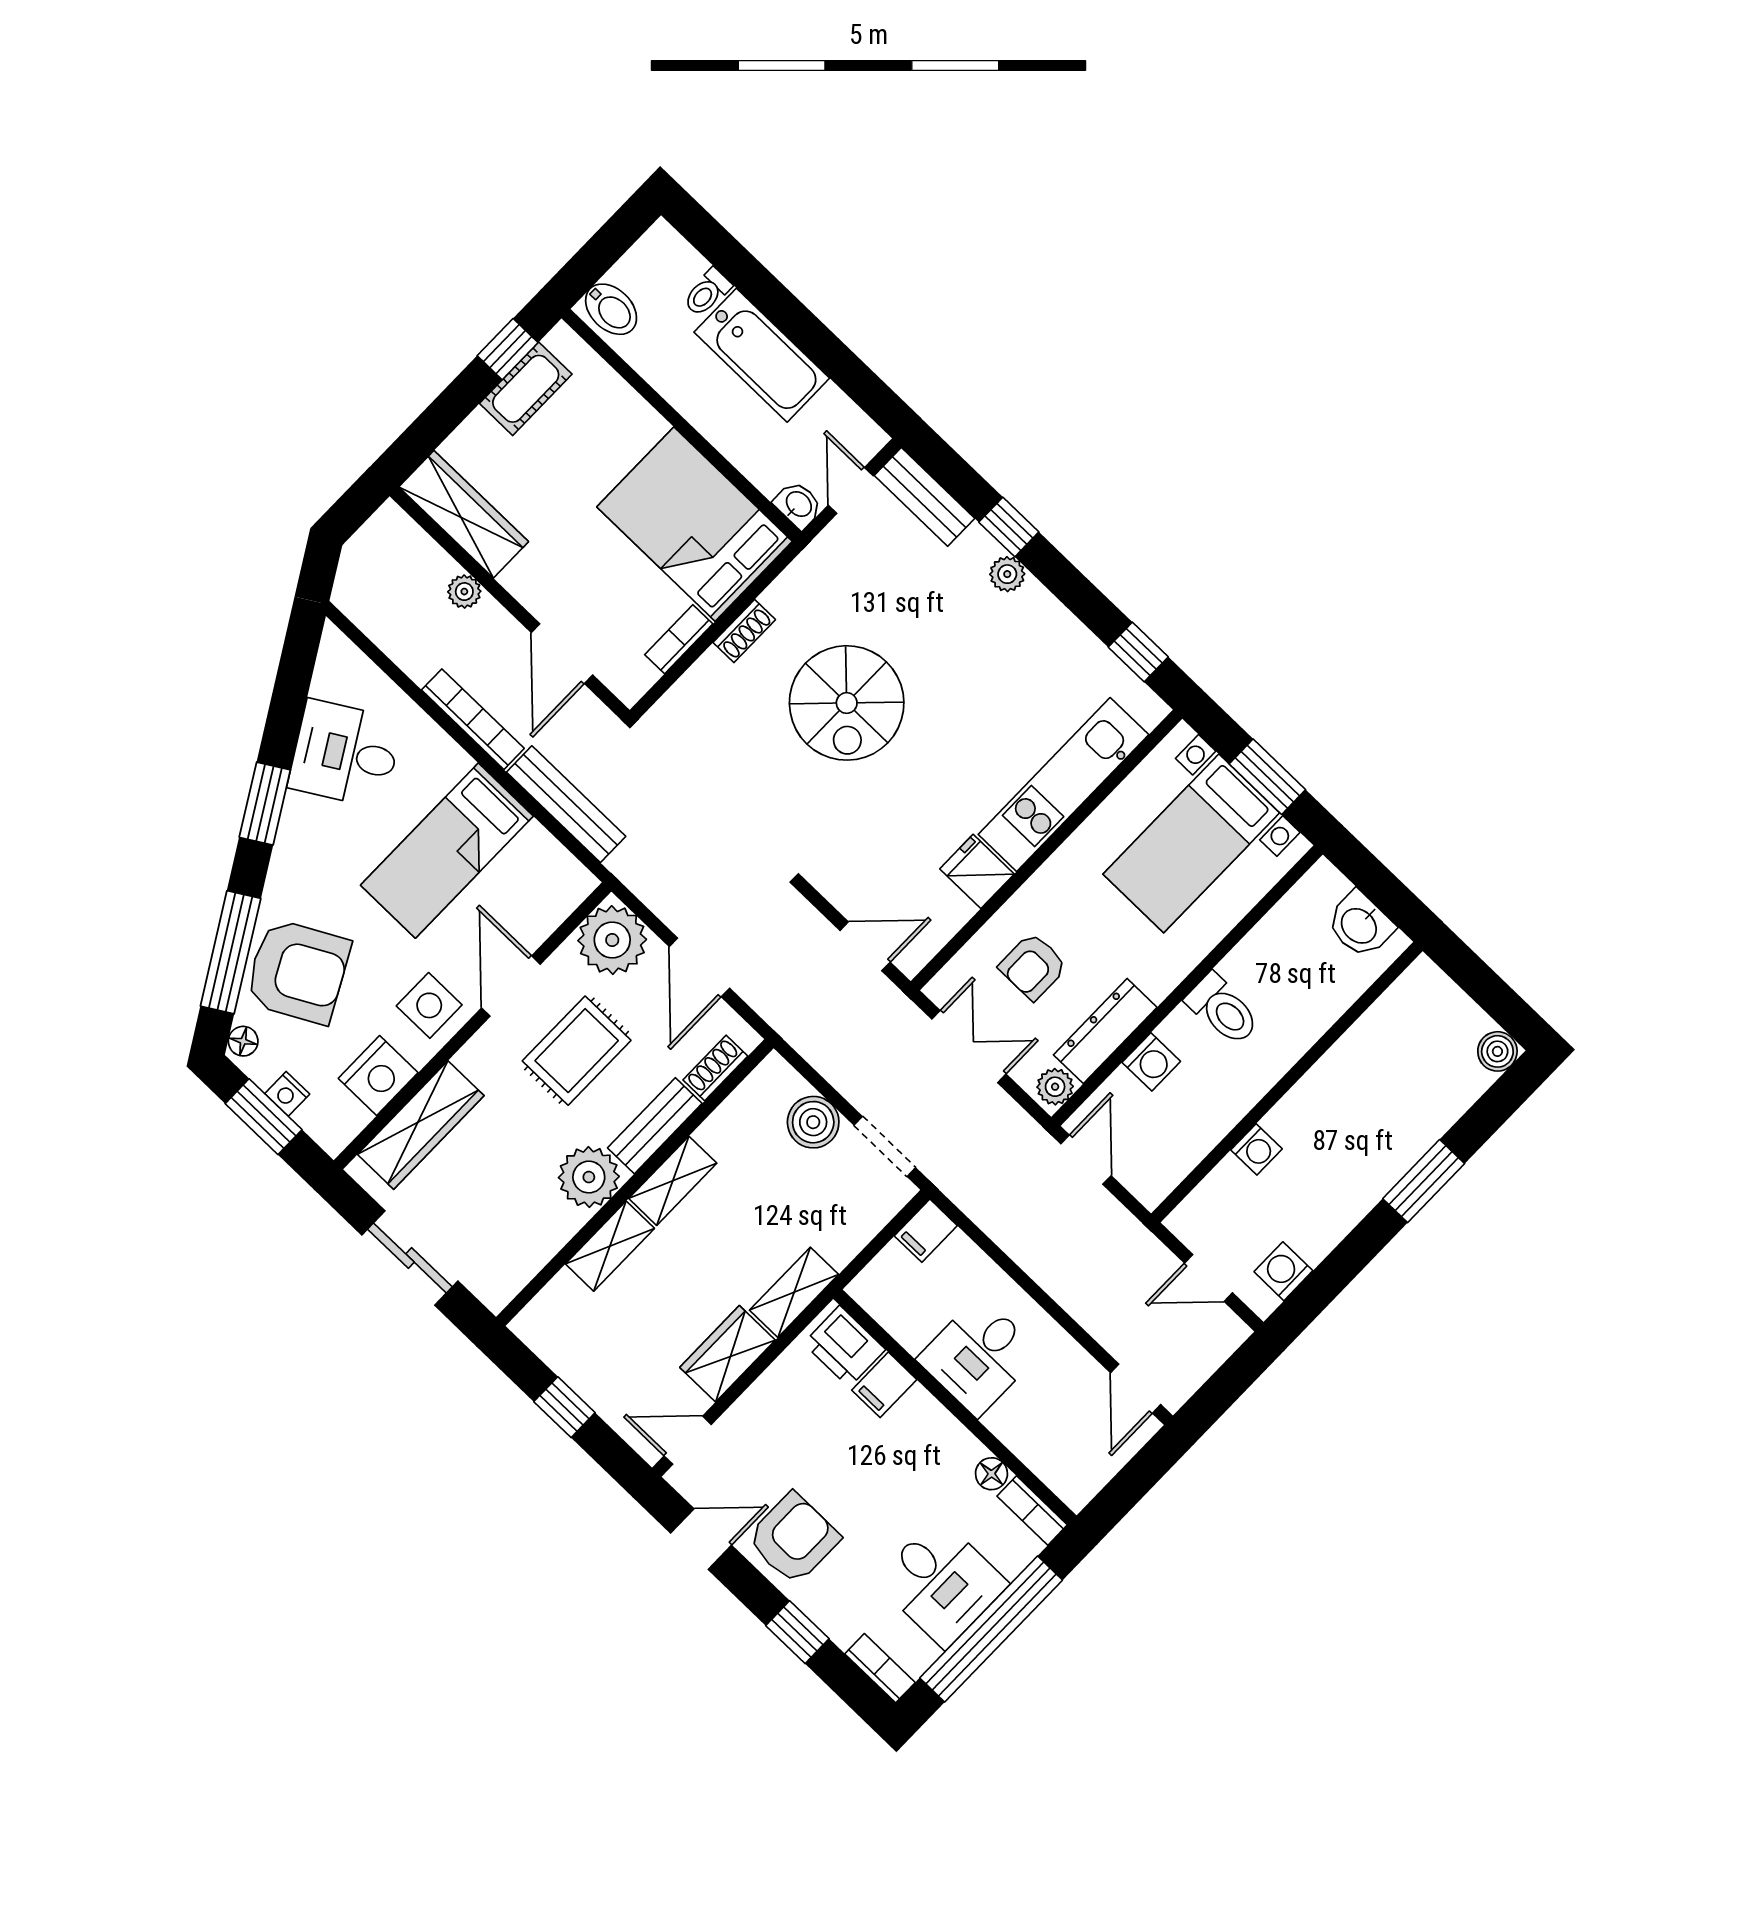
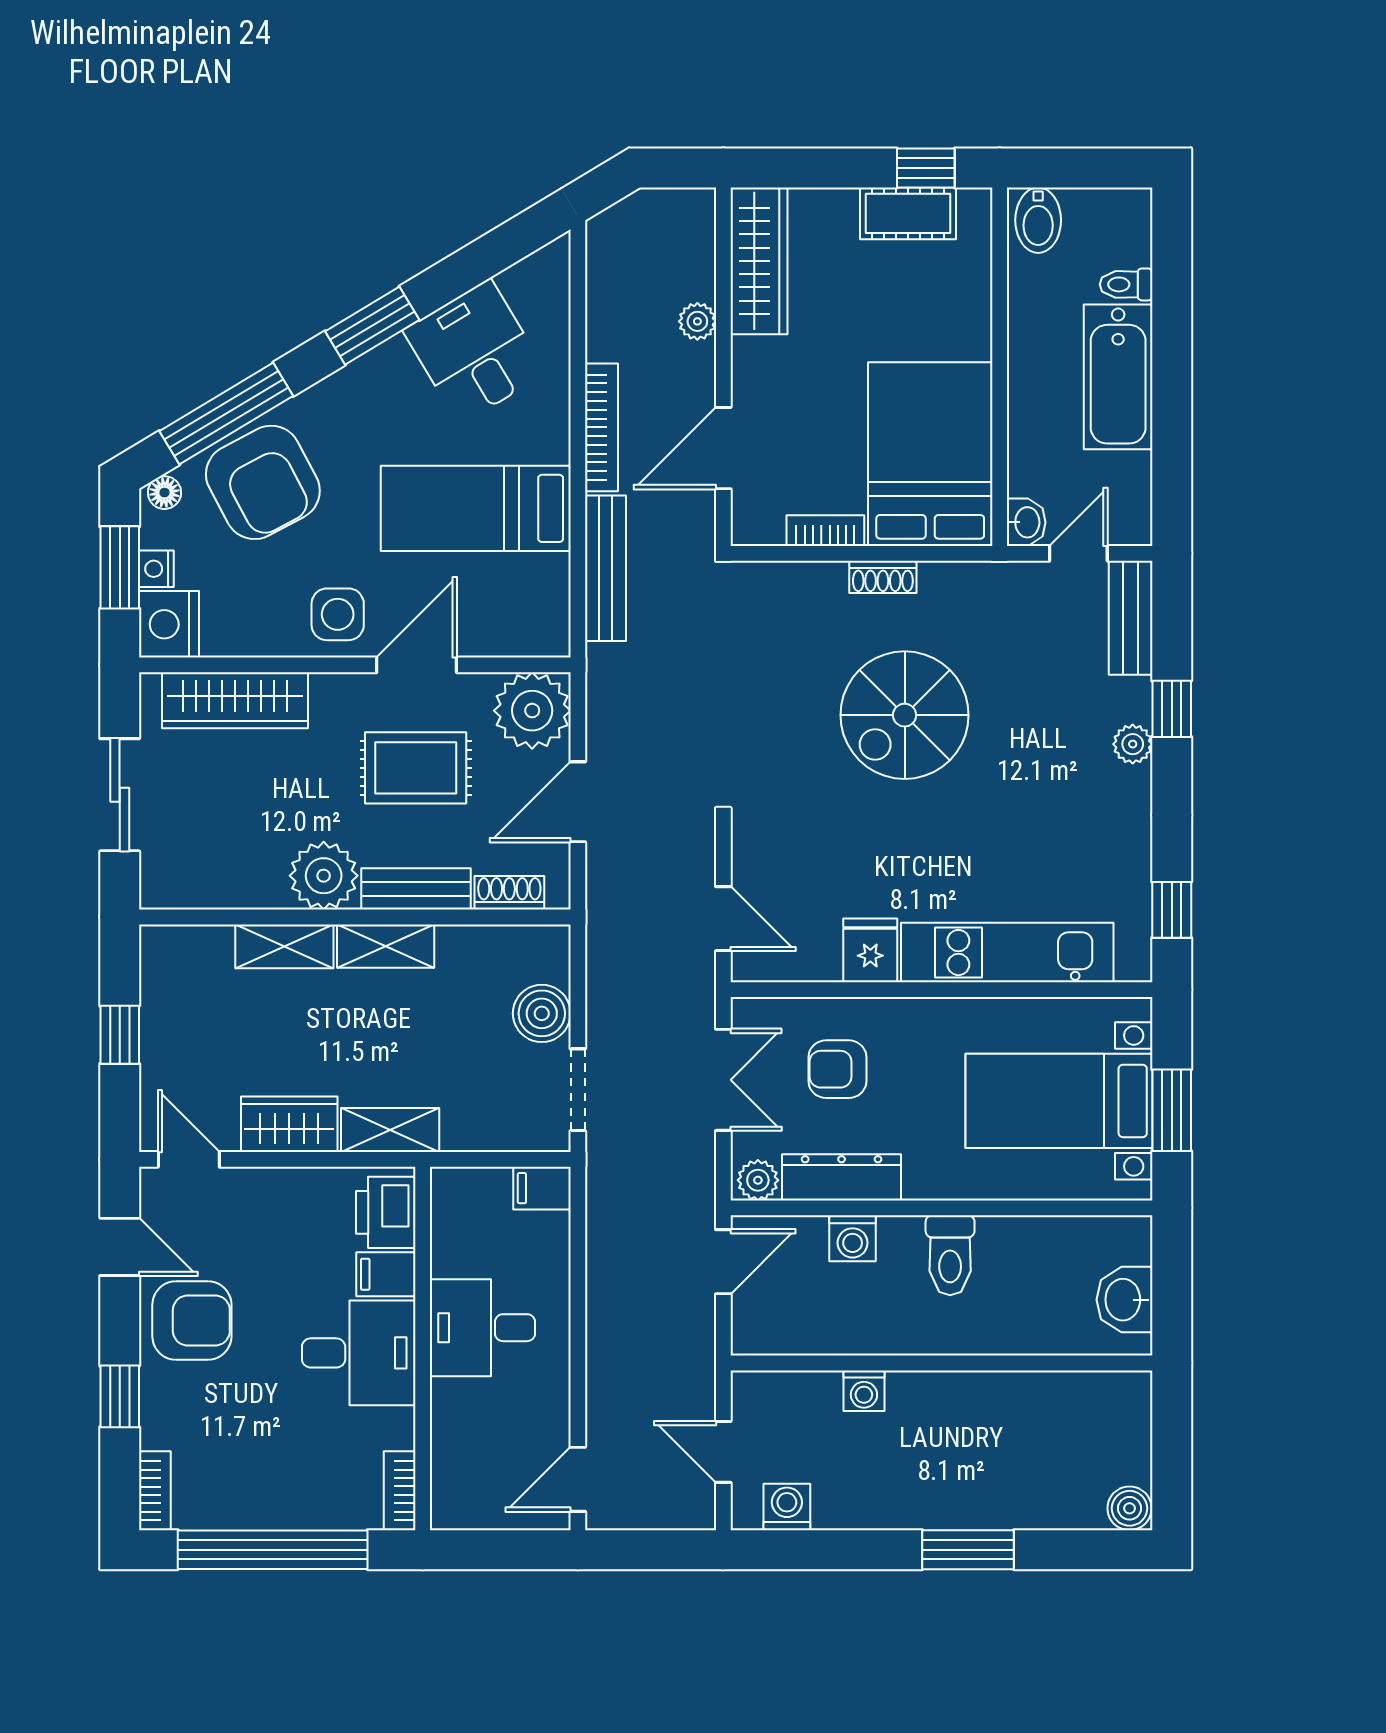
nightstand: (378, 1076) -> (169, 624), moved, turned 90
floor lamp: (991, 1474) -> (398, 1429), removed
desk: (941, 1582) -> (359, 1353), moved, turned -90

